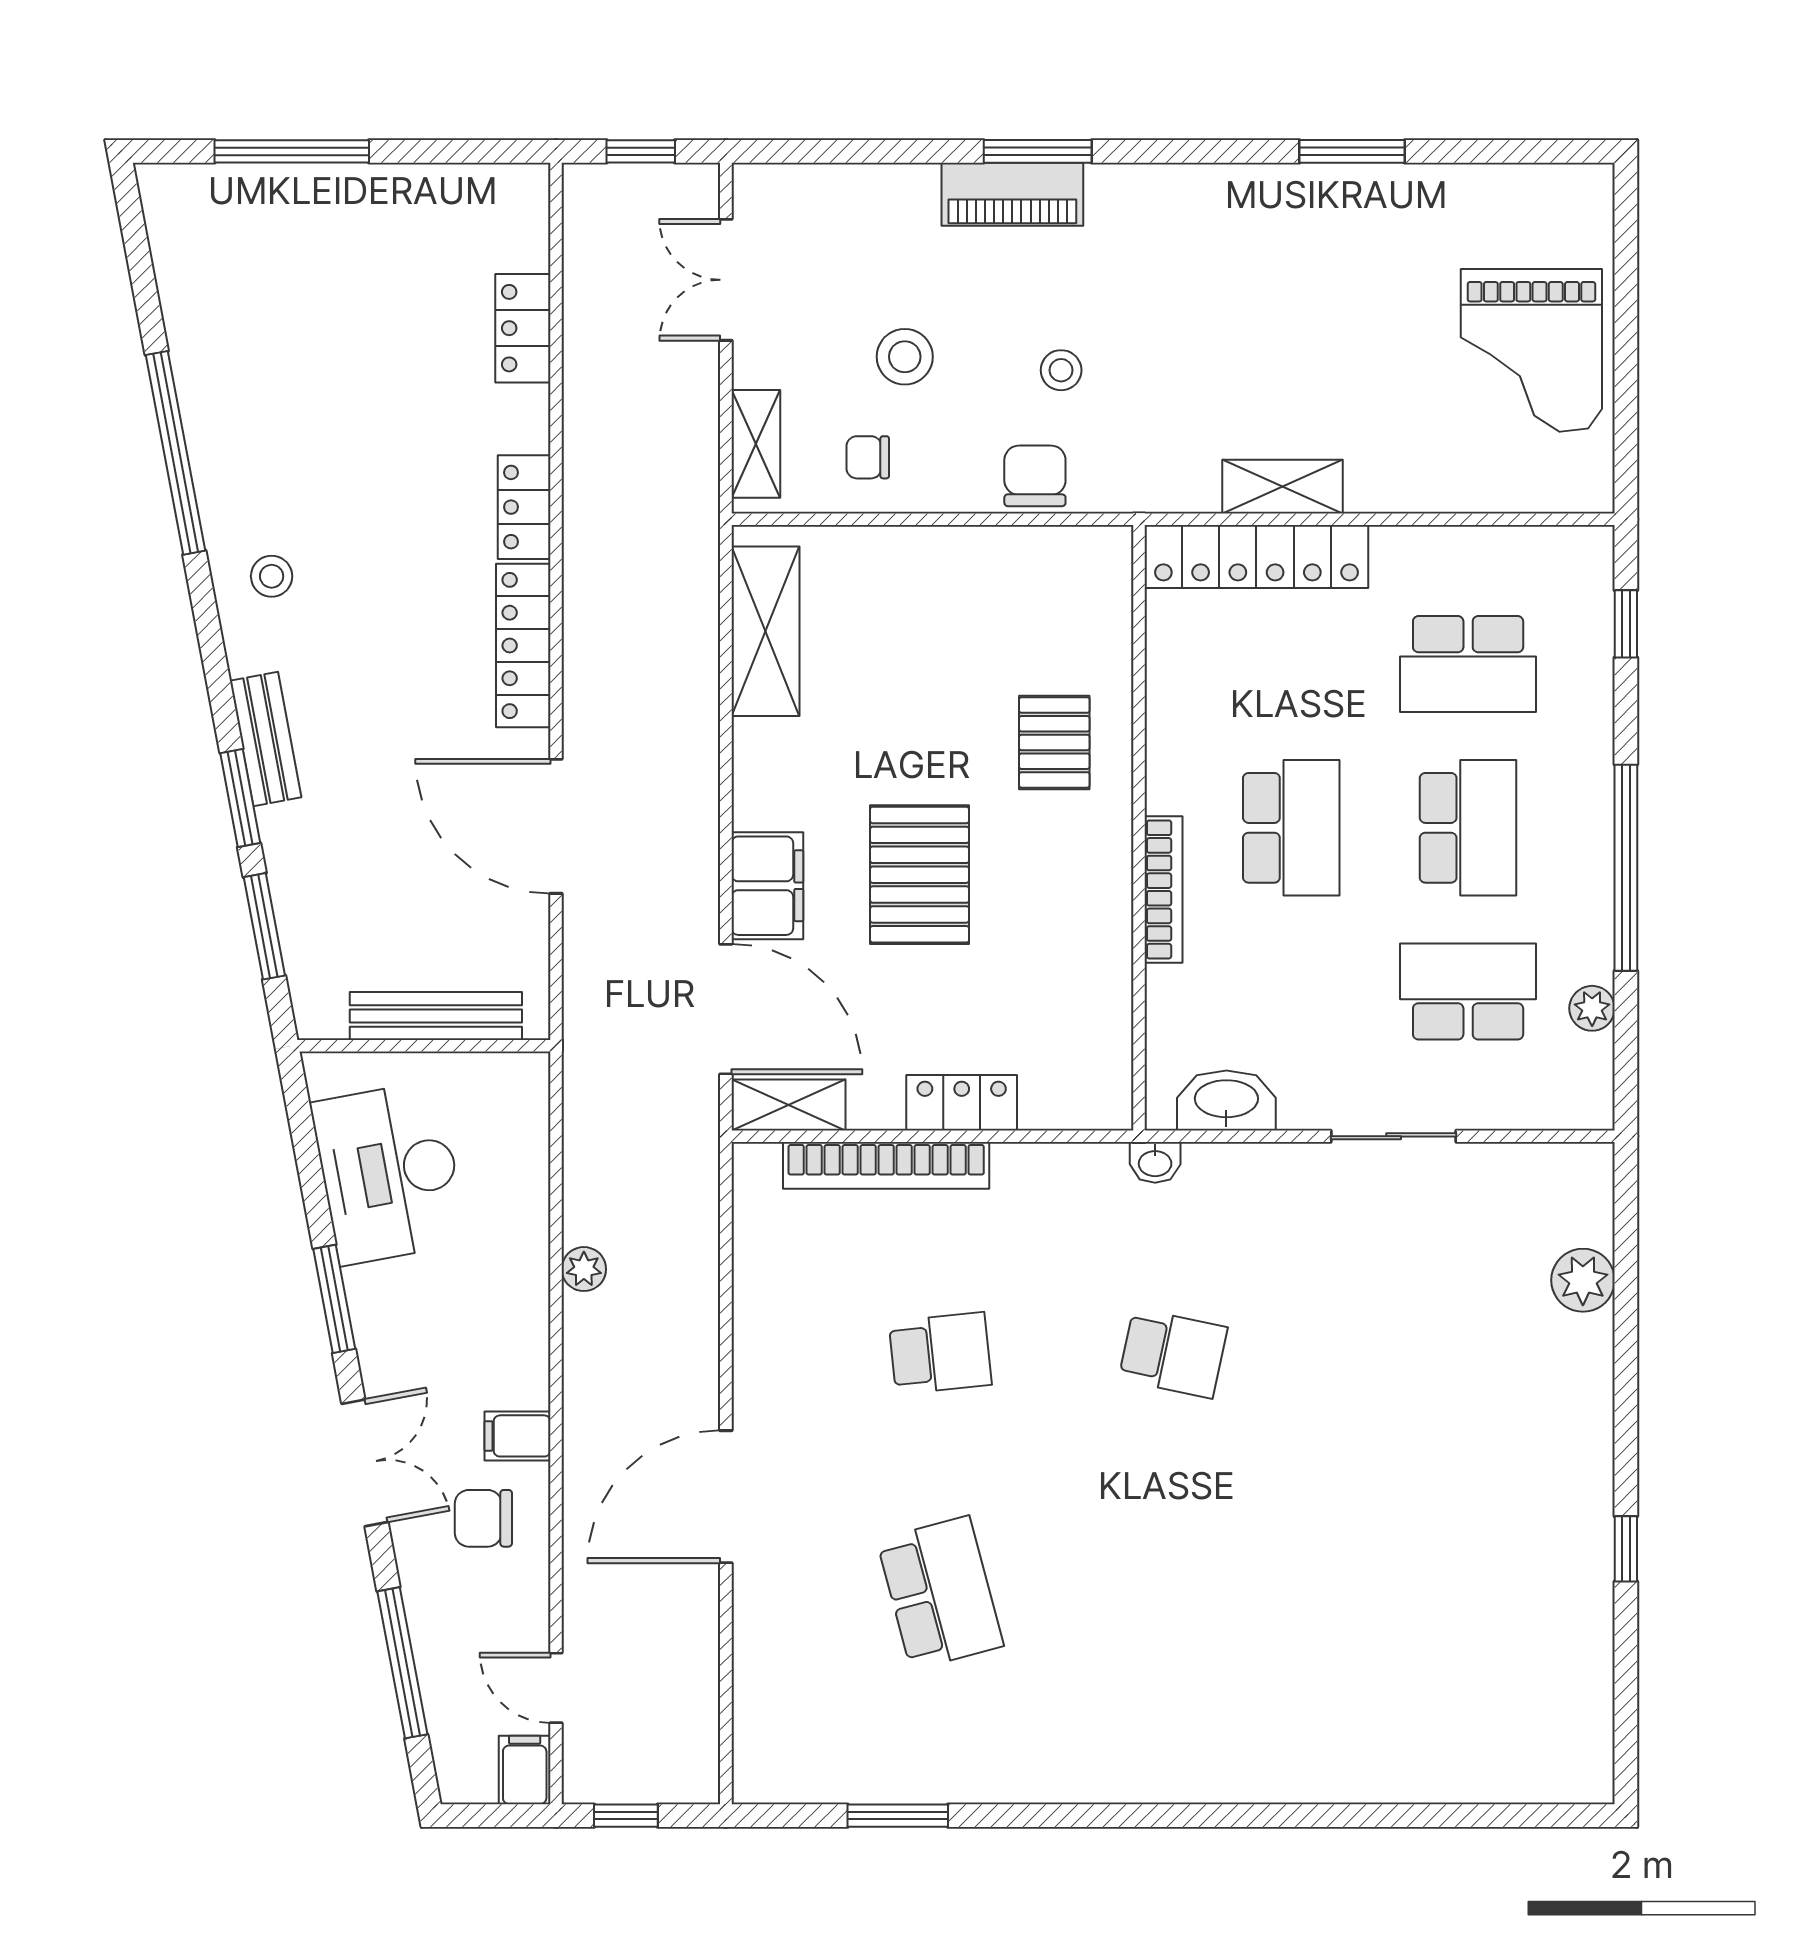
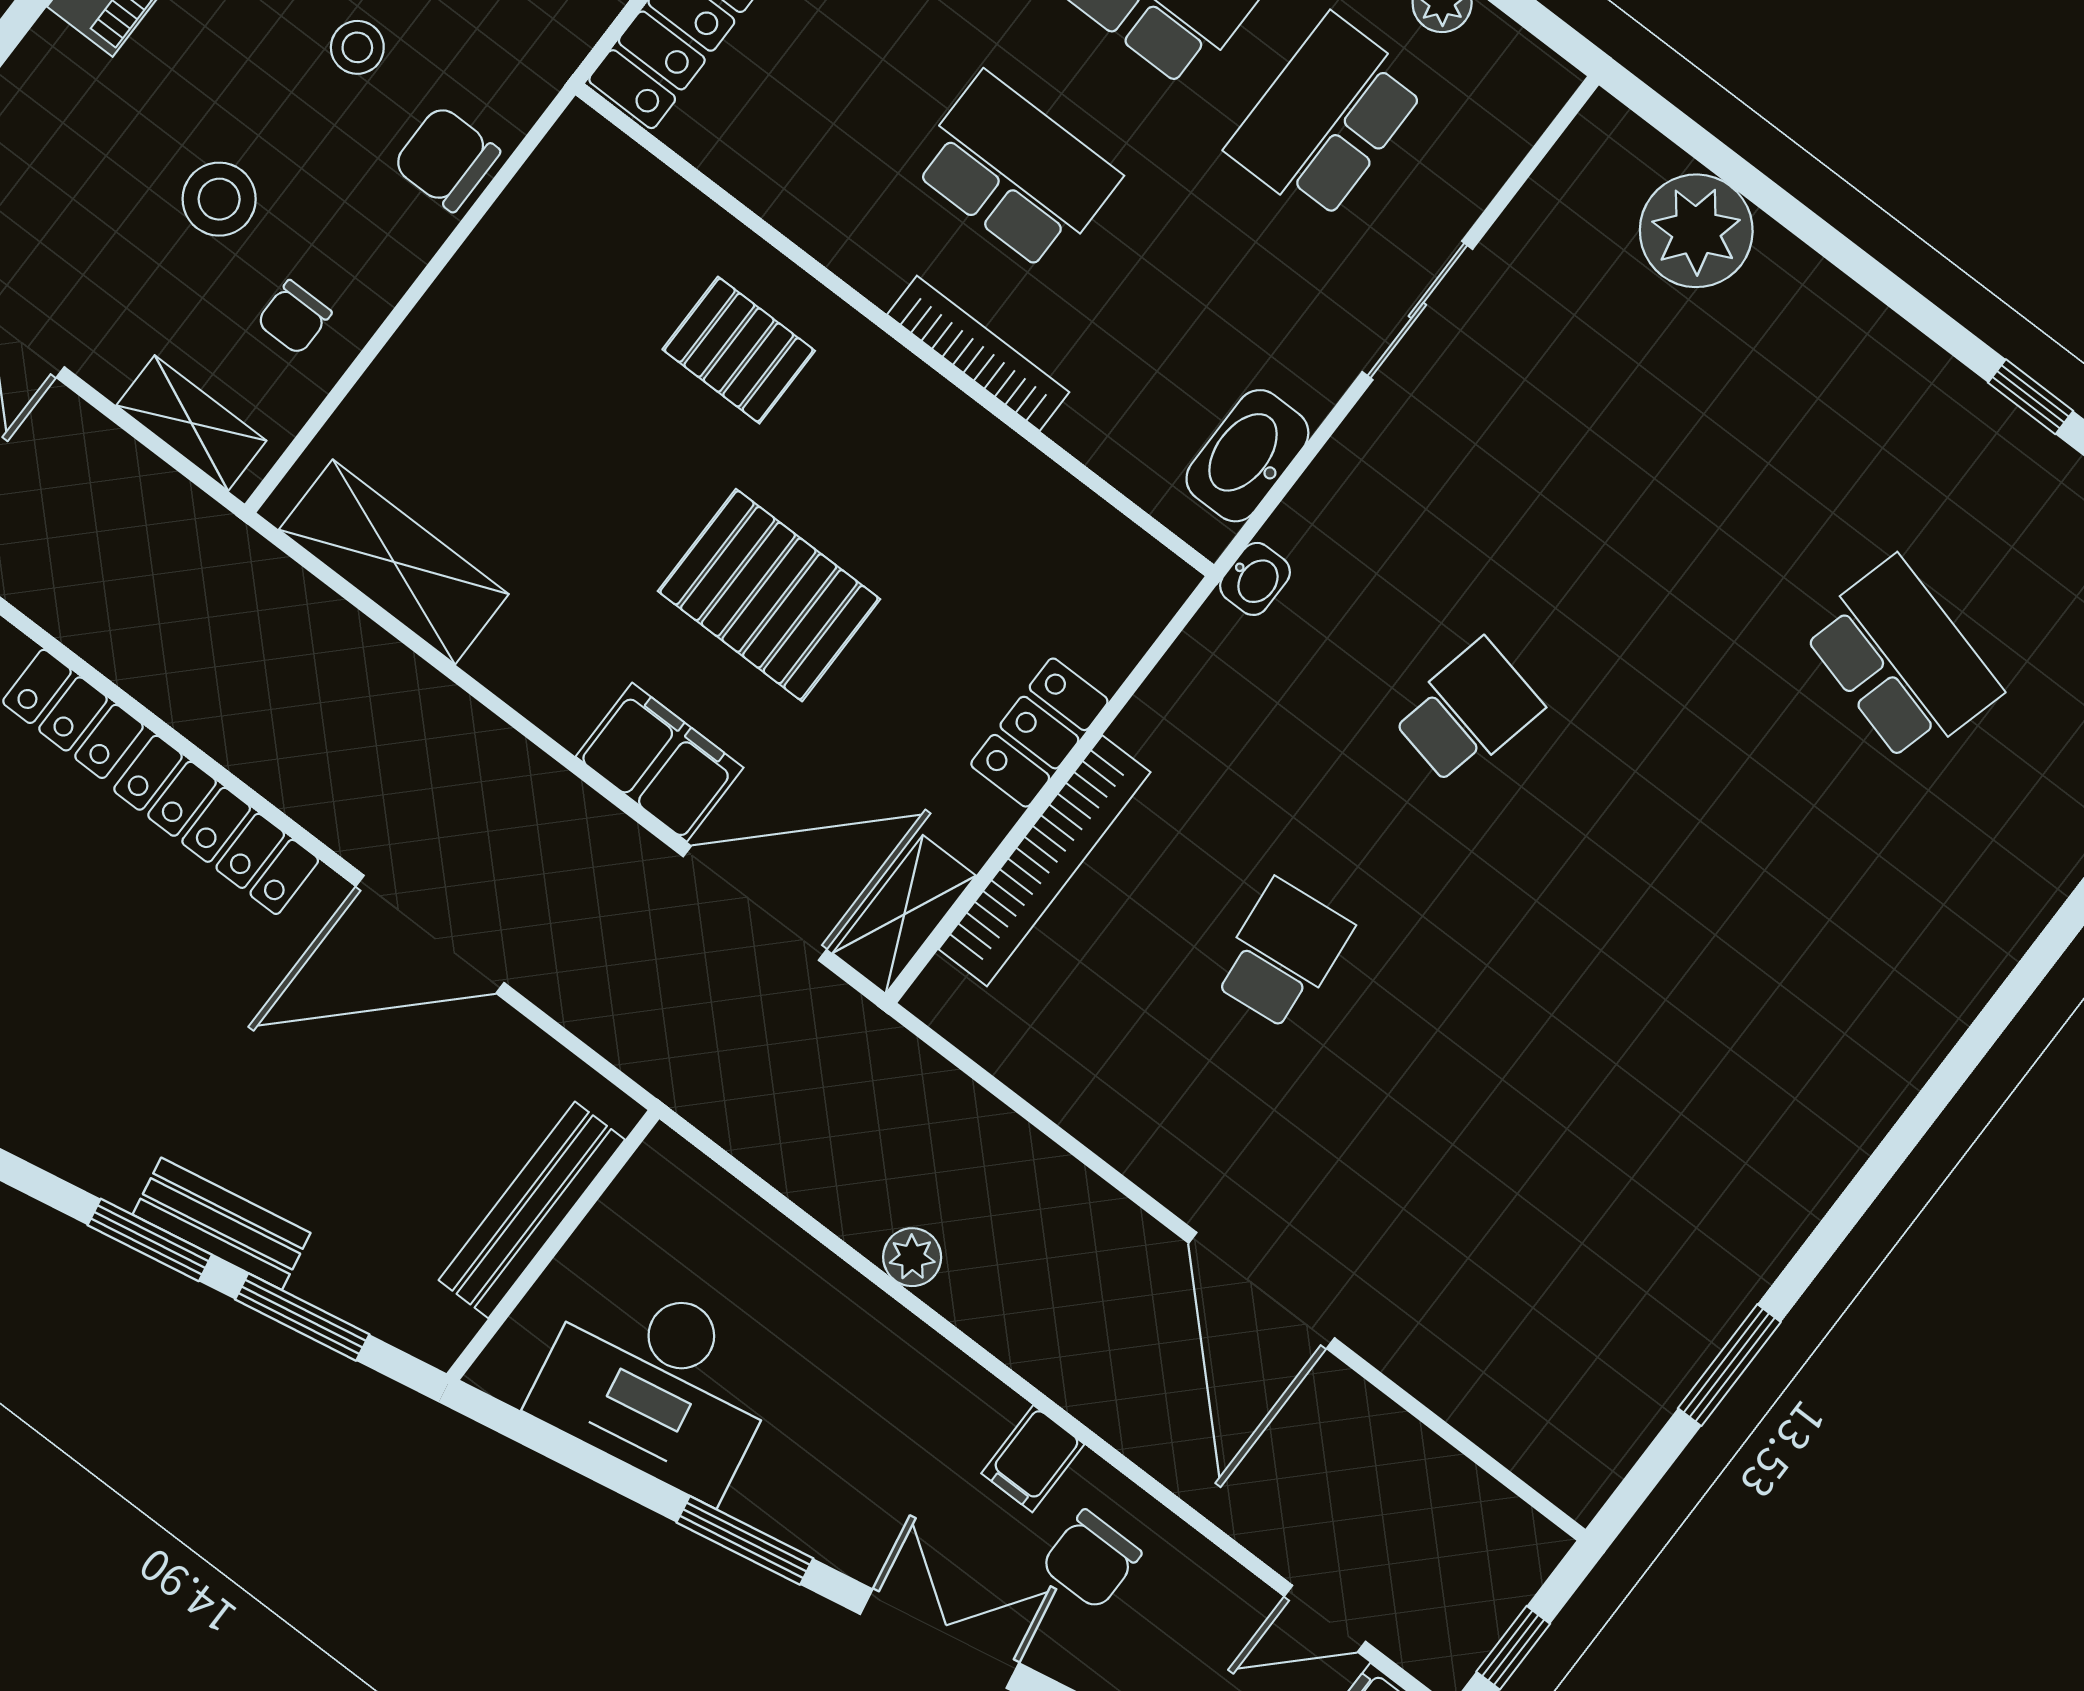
bench: (266, 739) -> (222, 1224), moved
plant: (1583, 1280) -> (1696, 231), width x1.36, depth x1.36
school desk: (940, 1593) -> (1902, 660), moved, turned 30

